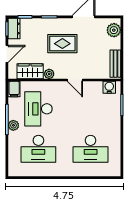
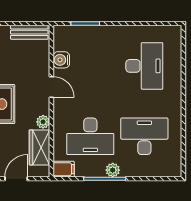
door: (7, 54) -> (16, 179), hinge flipped
door: (75, 80) -> (51, 87), hinge flipped
water cooler: (109, 87) -> (61, 60), moved
desk: (38, 149) -> (144, 136), turned -90

